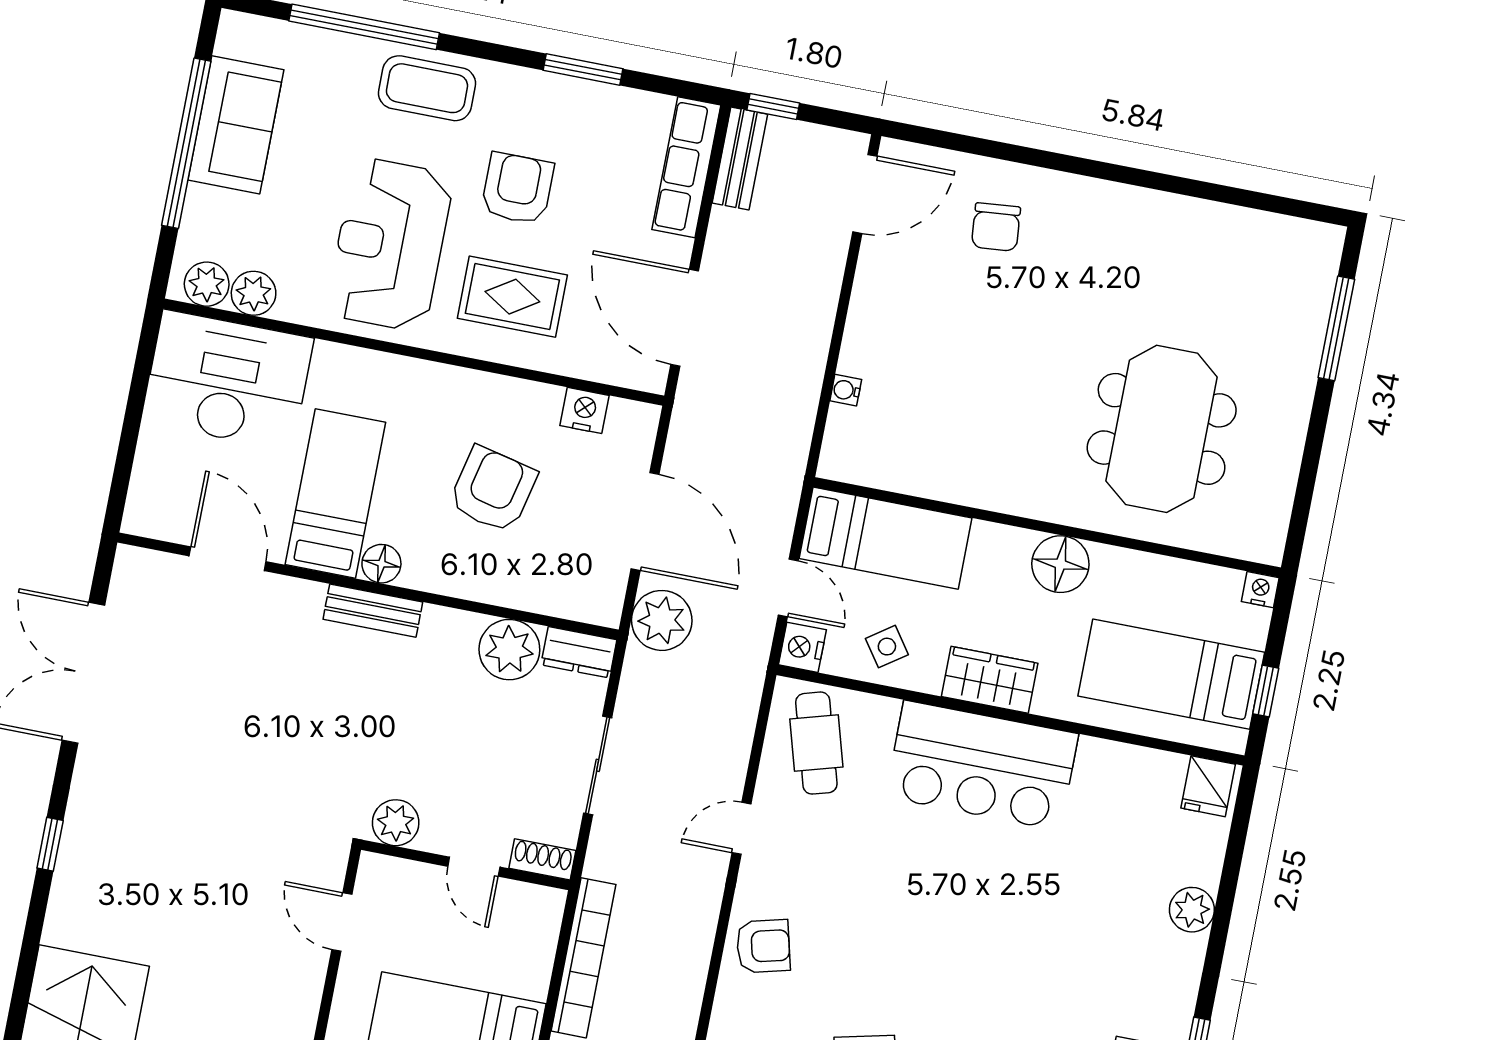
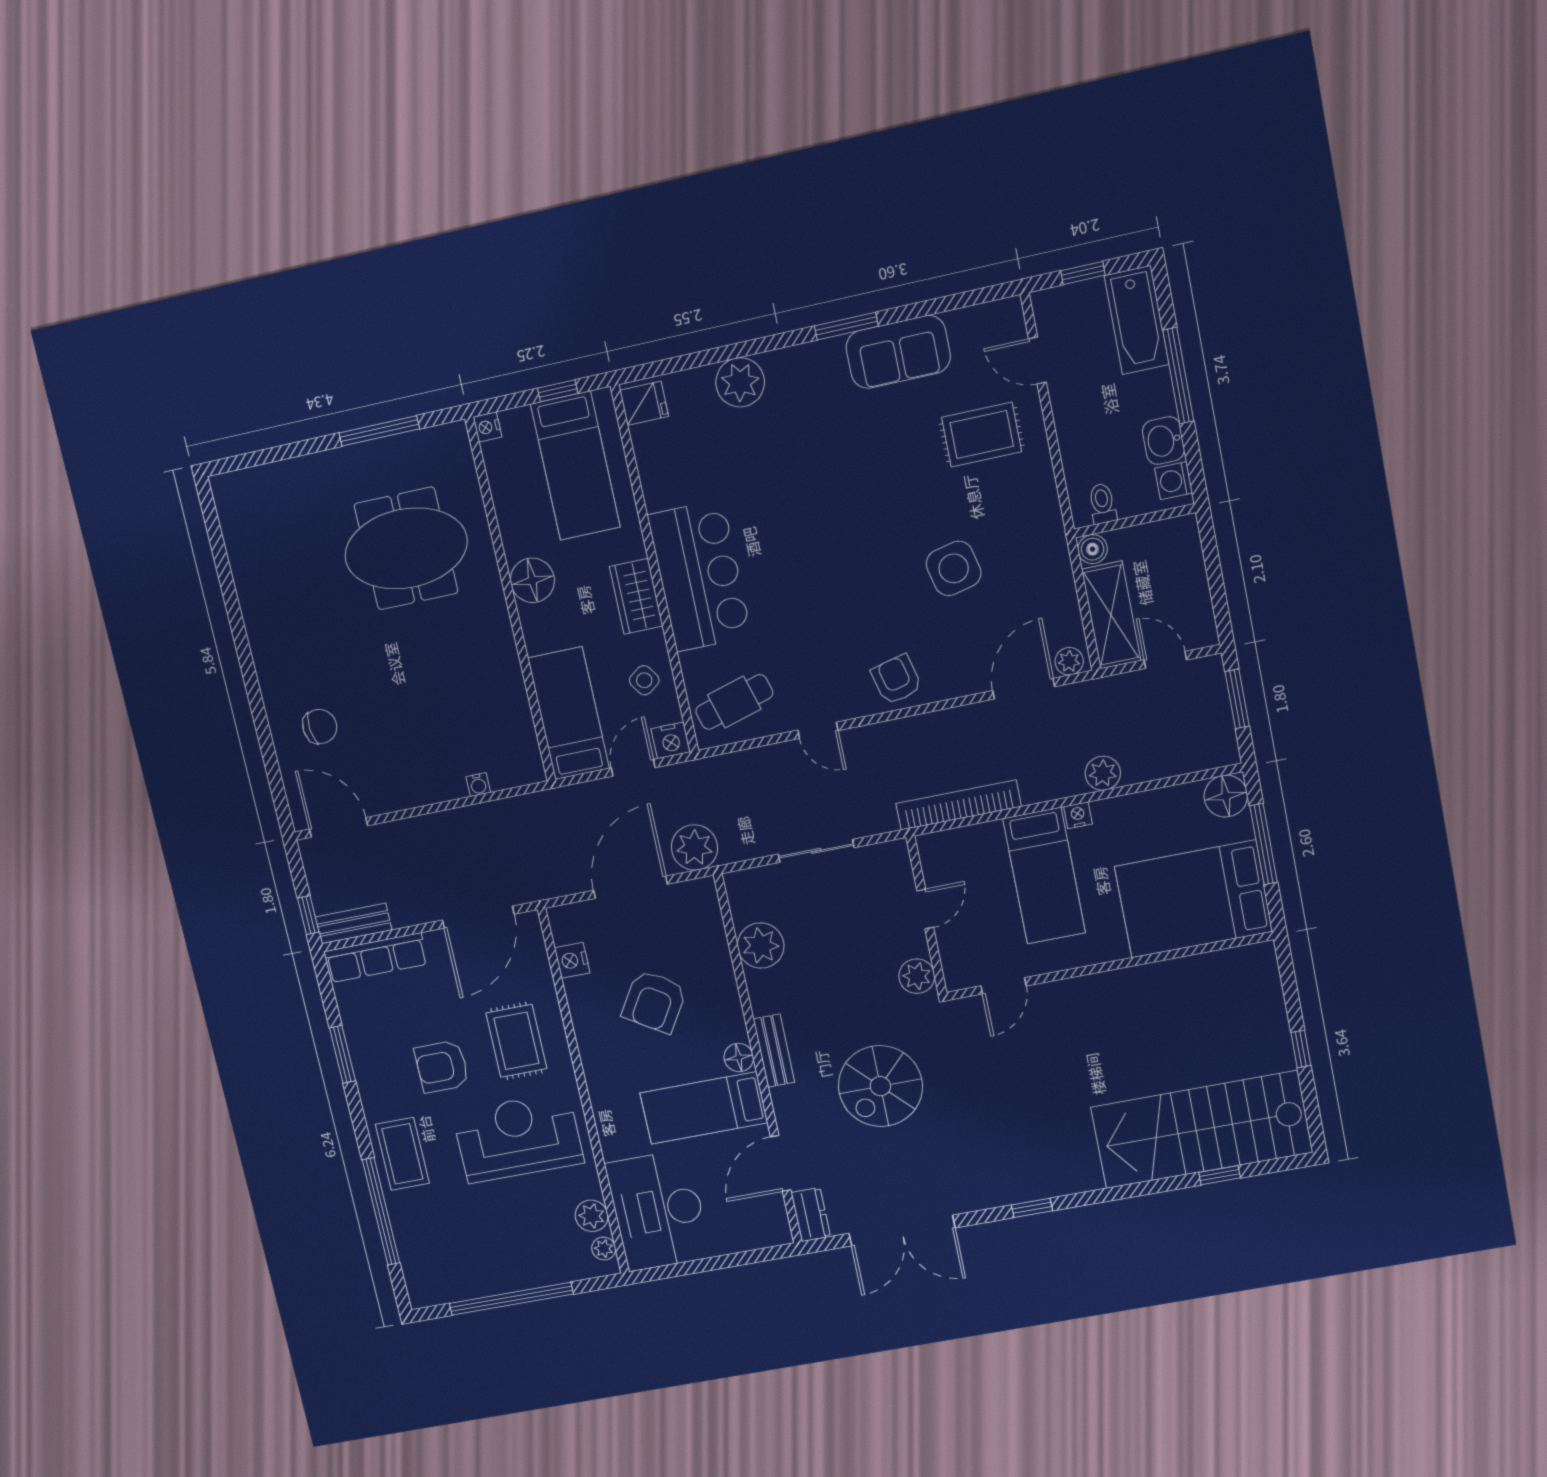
sofa: (236, 125) -> (484, 1271), removed
reception desk: (390, 244) -> (518, 1137), turned 180
plant: (207, 284) -> (604, 1249), width x0.73, depth x0.73
window: (1336, 328) -> (379, 431), moved
armchair: (493, 489) -> (654, 1002), turned -71
dresser: (579, 652) -> (811, 1215), moved
spiral stairs: (277, 722) -> (880, 1086), added
shoe rack: (542, 859) -> (900, 863), removed
plant: (1192, 910) -> (740, 382), width x1.36, depth x1.36

